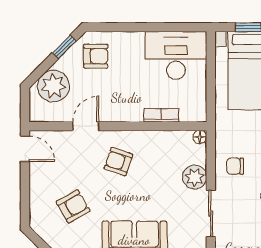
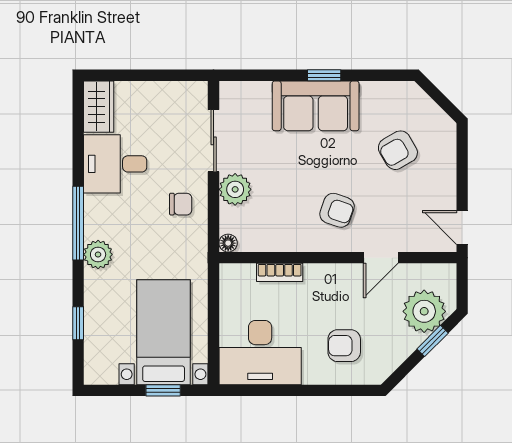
window: (64, 47) -> (433, 341), moved
armchair: (96, 56) -> (344, 346), moved

